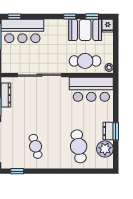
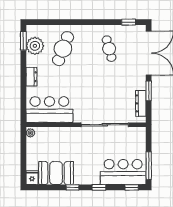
window: (92, 16) -> (99, 187), moved
cafe table: (85, 61) -> (56, 140), removed
dresser: (108, 131) -> (31, 77), moved
window: (116, 131) -> (23, 41), moved
cafe table: (79, 146) -> (63, 49), turned 30

